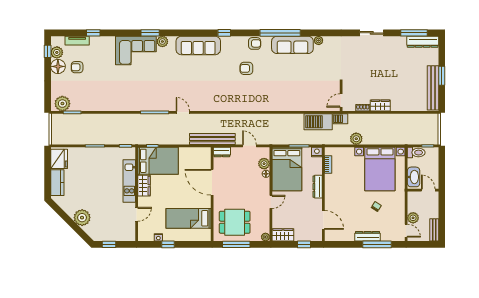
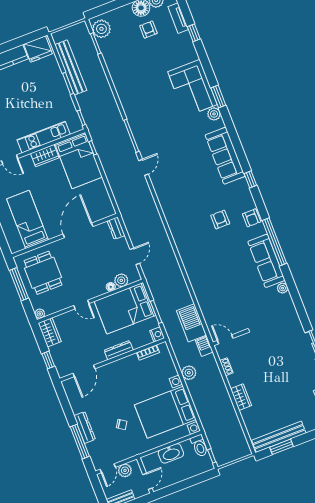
window: (442, 76) -> (281, 447), moved
wardrobe: (380, 105) -> (241, 397), moved
bench: (212, 139) -> (71, 68), moved
wall: (423, 190) -> (145, 475), moved
door: (428, 190) -> (147, 481), moved

